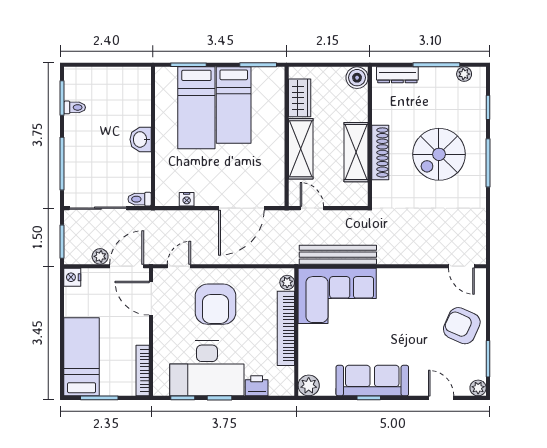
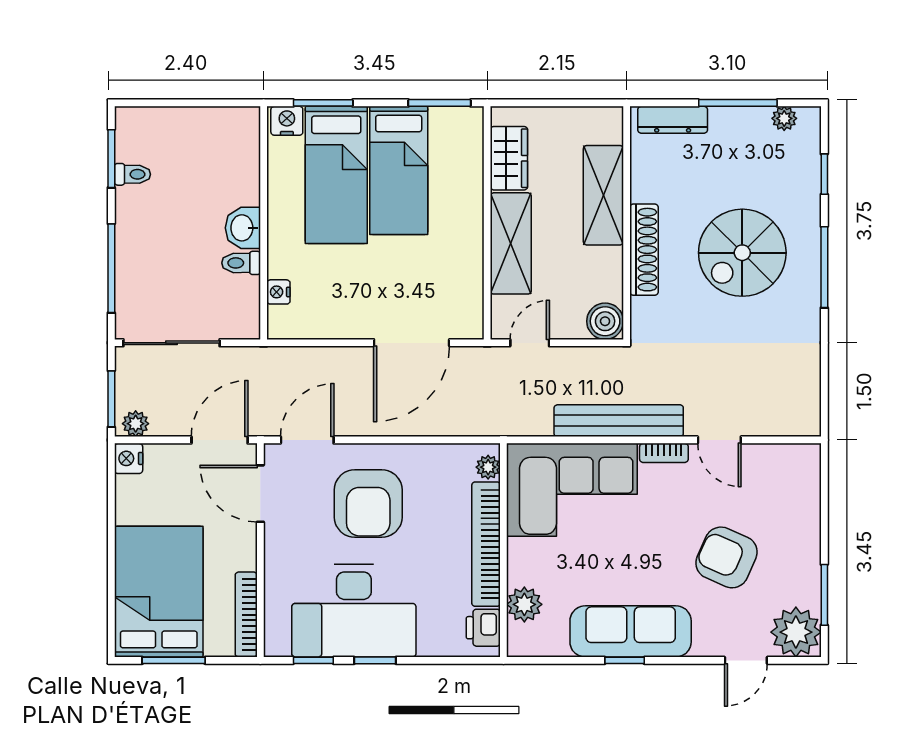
nightstand: (167, 75) -> (287, 121), added
boiler: (357, 78) -> (605, 321), moved
shelving: (356, 152) -> (603, 195), moved
toilet: (140, 199) -> (241, 263), moved
nightstand: (187, 199) -> (278, 292), moved, turned 90
door: (312, 208) -> (530, 343), hinge flipped
bench: (338, 255) -> (619, 421), moved
plant: (100, 256) -> (136, 424), moved
door: (179, 266) -> (307, 440), width x1.38
door: (461, 266) -> (719, 440), moved
bookcase: (392, 274) -> (664, 453), added
armchair: (462, 326) -> (726, 557), moved
bed: (82, 357) -> (159, 592), width x1.50
plant: (309, 385) -> (524, 604), moved
printer: (257, 386) -> (483, 628), moved, turned -90
plant: (478, 388) -> (796, 632), width x1.87, depth x1.87
door: (441, 398) -> (746, 660), swing flipped

